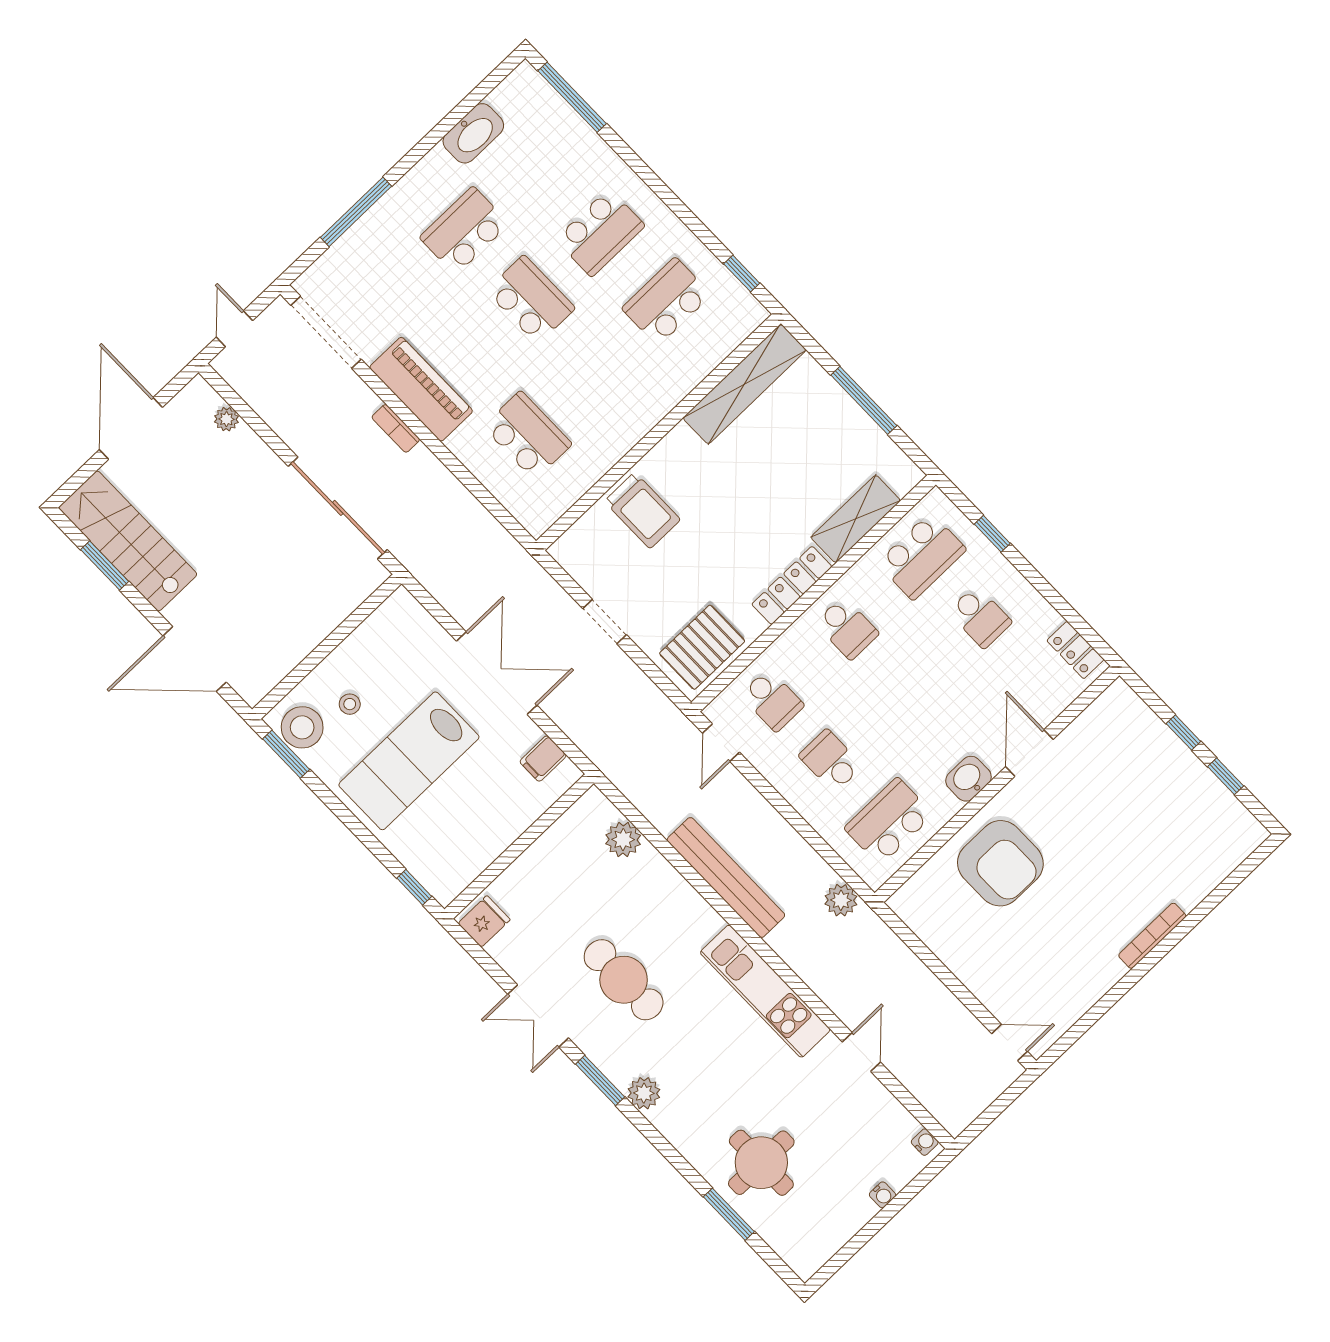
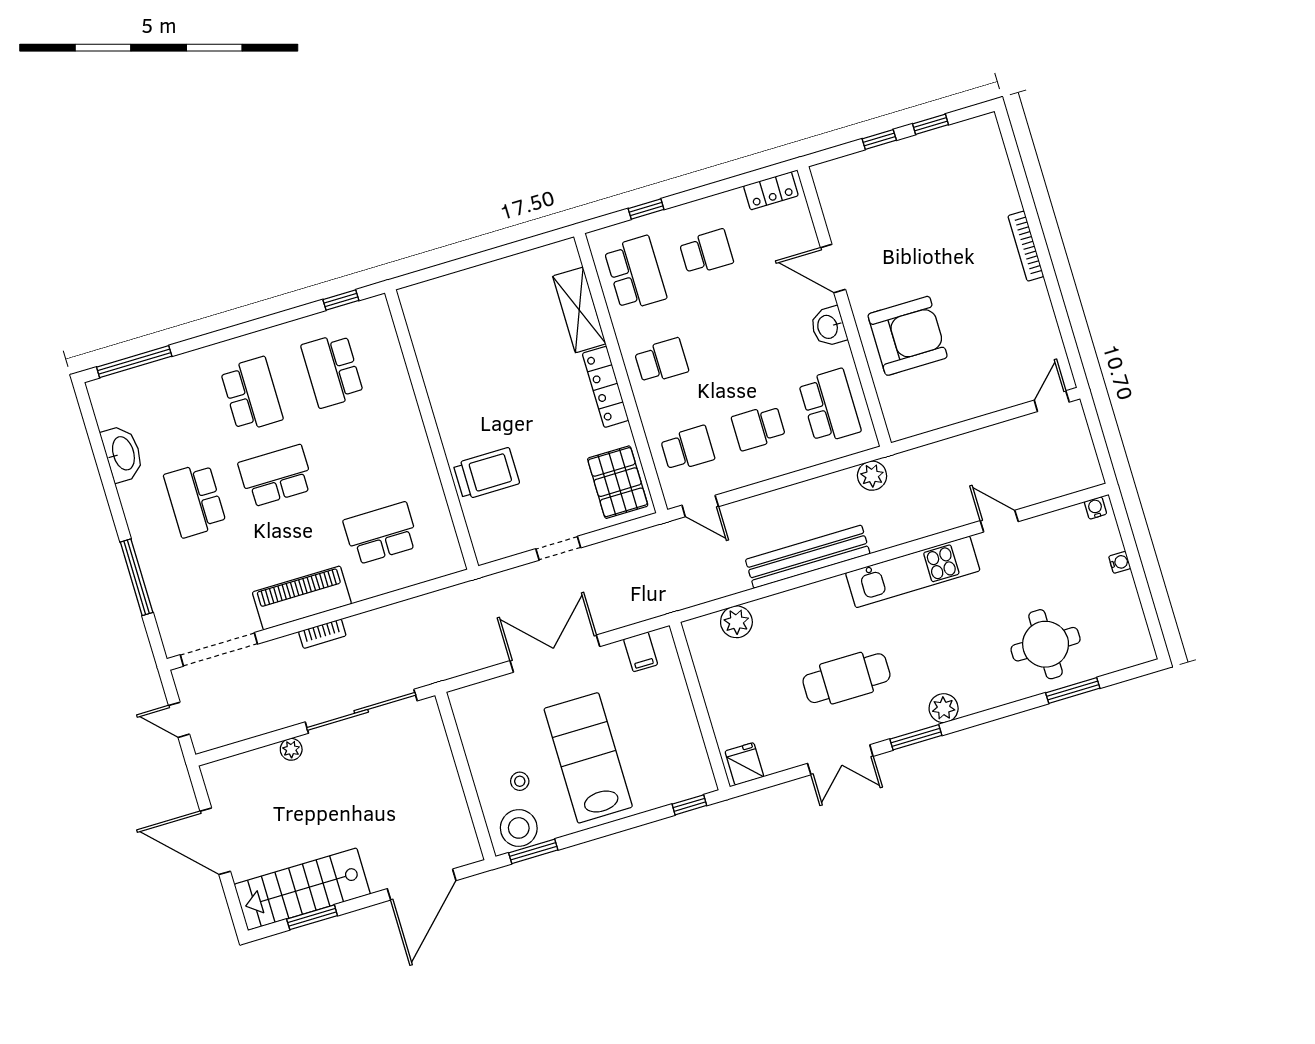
shelving: (745, 384) -> (429, 343), removed
window: (864, 400) -> (490, 256), removed
plant: (226, 419) -> (291, 749), moved
lab bench: (409, 761) -> (588, 758), turned 180
school desk: (889, 821) -> (830, 406), turned 180

